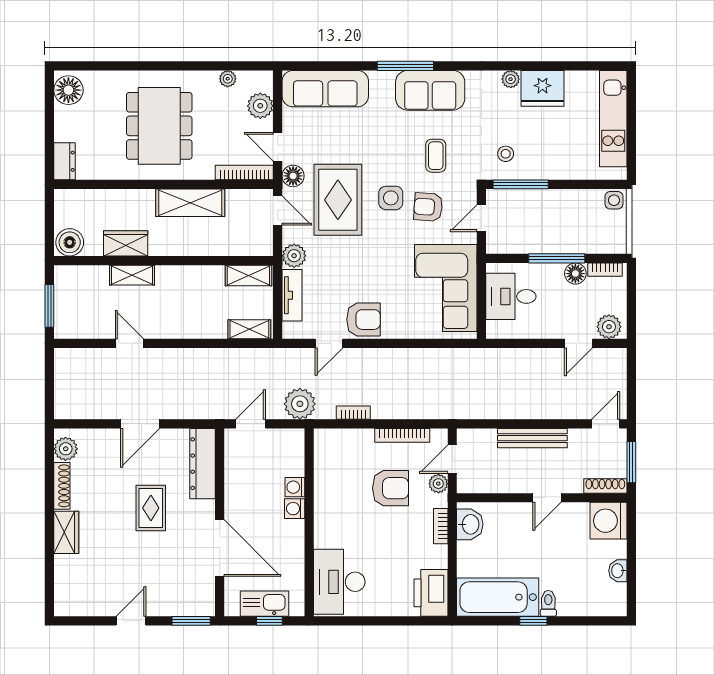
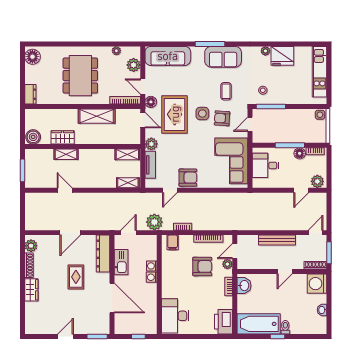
filing cabinet: (334, 442) -> (173, 242), added
kitchen sink: (265, 604) -> (121, 262), moved, turned 90

